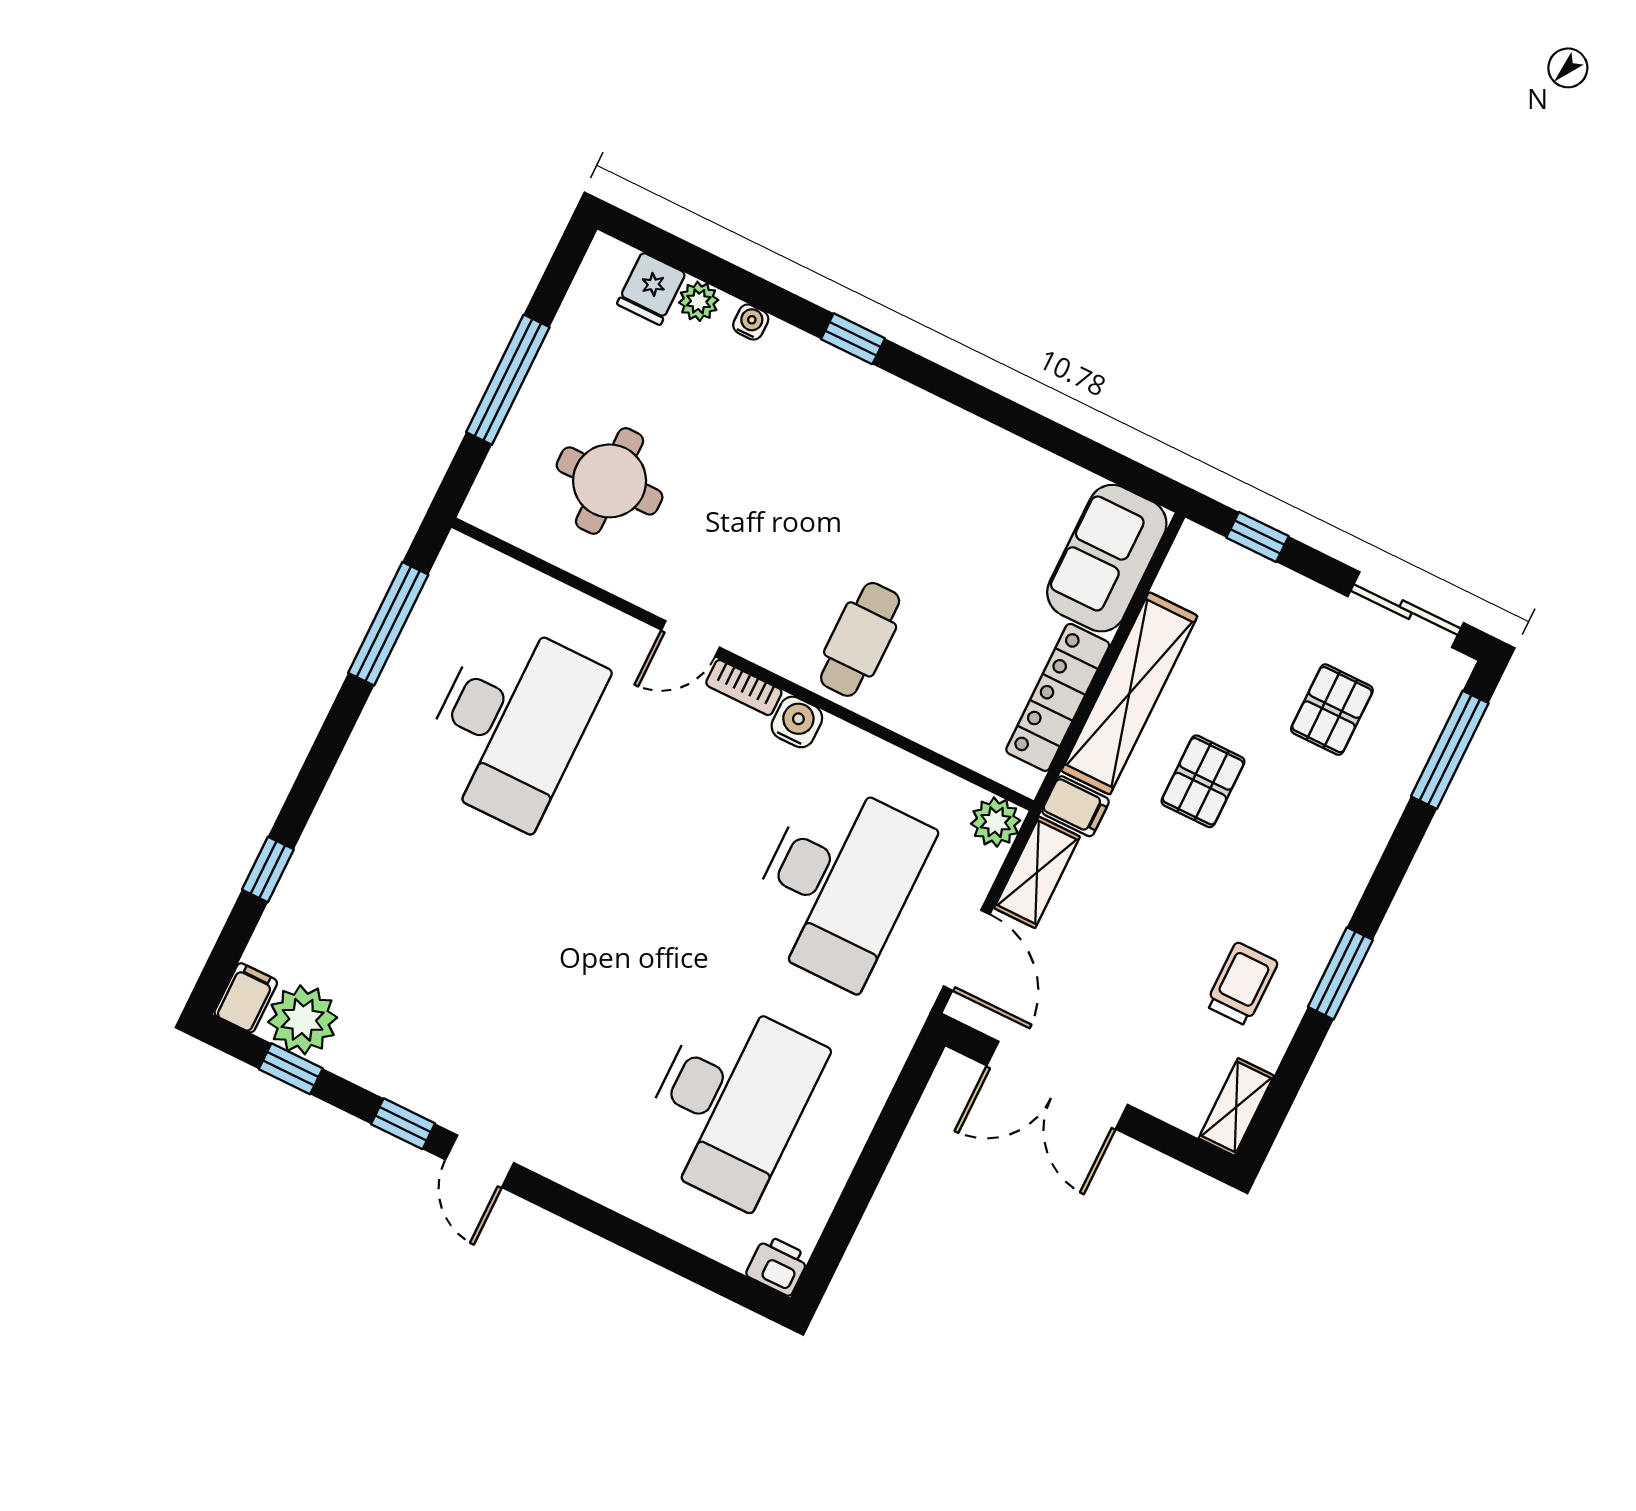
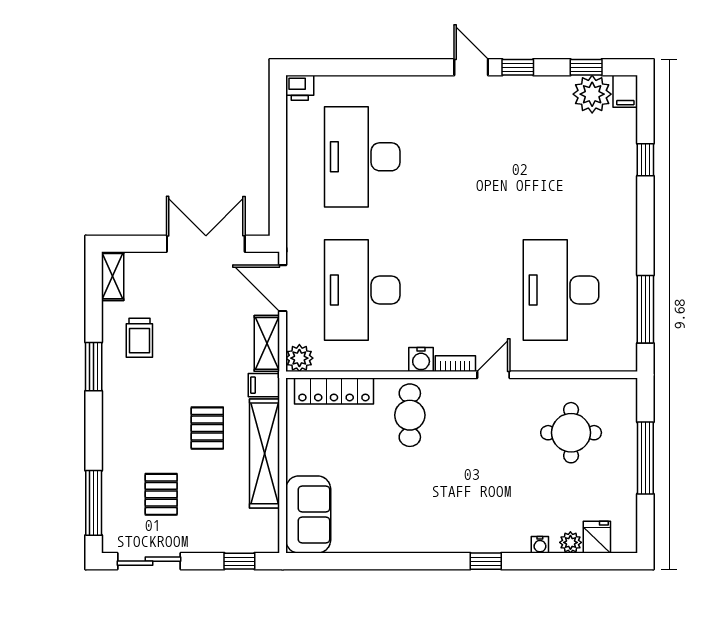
locker: (1058, 697) -> (334, 391), moved, turned 90

